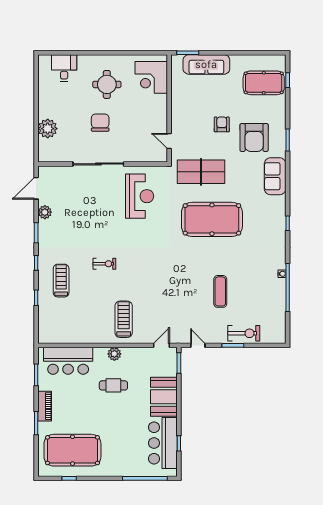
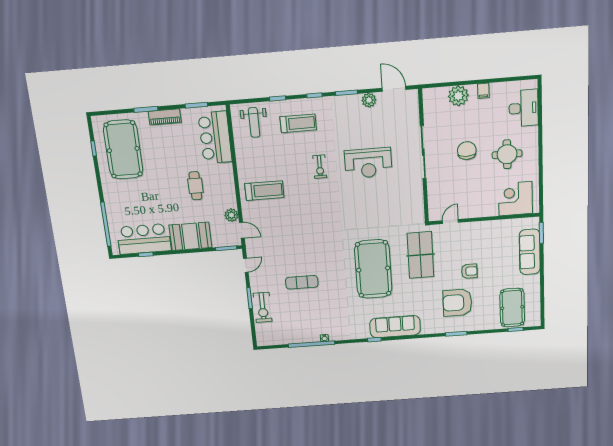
desk: (64, 68) -> (524, 108), width x1.37
filing cabinet: (45, 105) -> (483, 91), added
chair: (100, 123) -> (467, 151), turned -90
sofa: (275, 176) -> (395, 327), moved, width x1.36
reception desk: (140, 196) -> (368, 163), moved
weight bench: (57, 322) -> (254, 122), added
plant: (114, 354) -> (231, 215), moved

